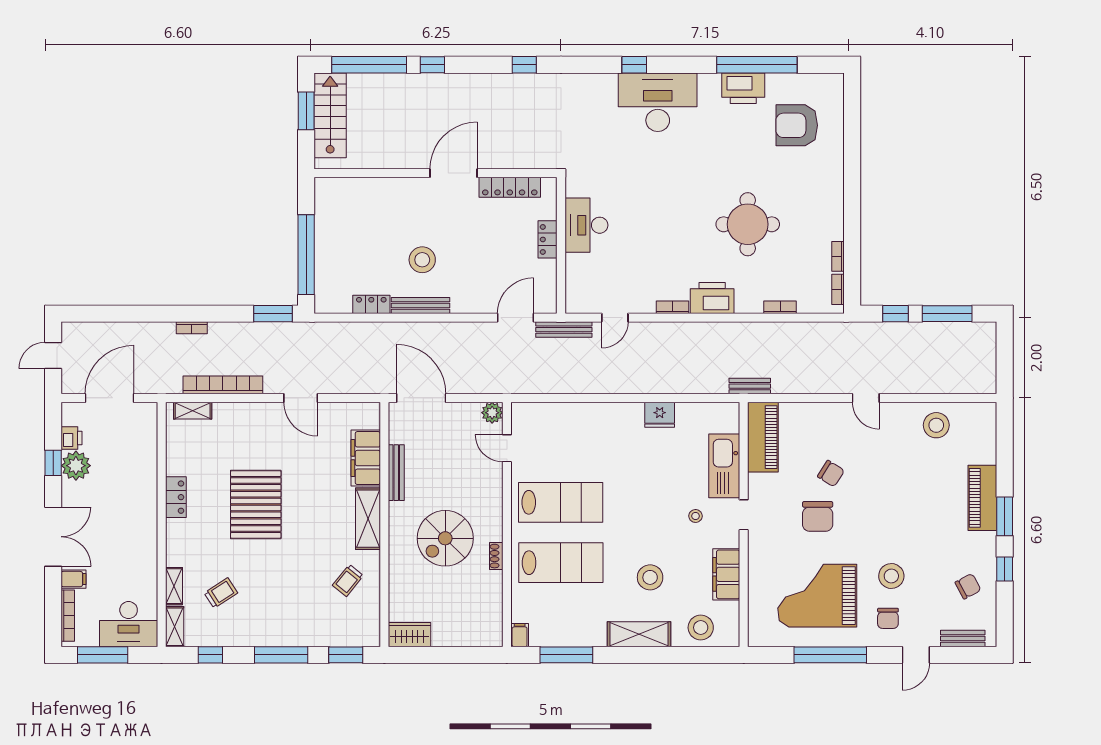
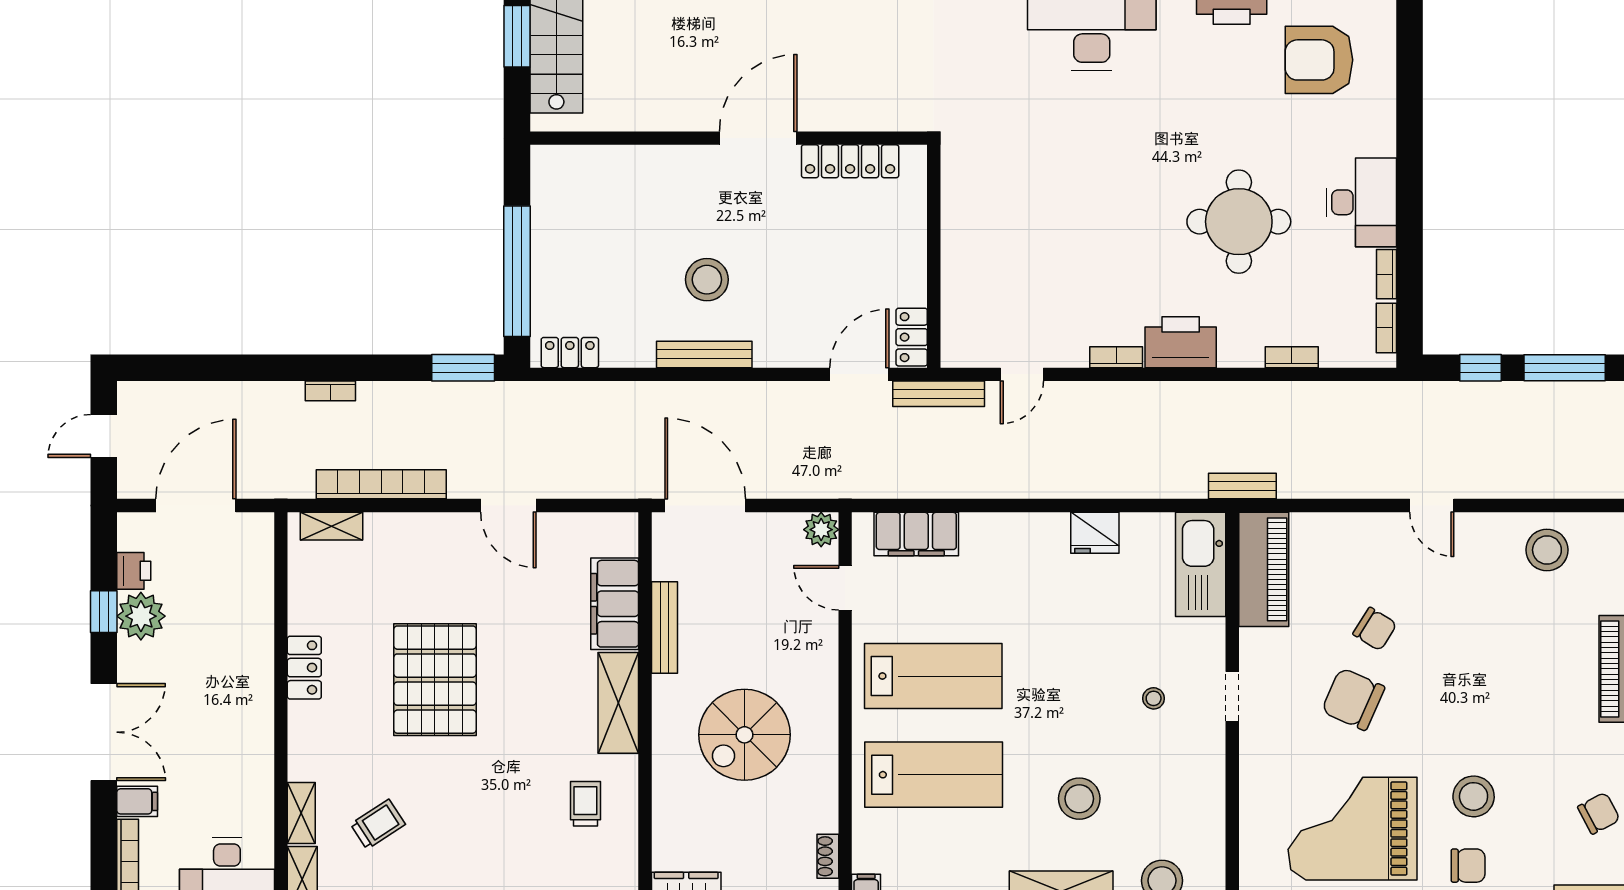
desk: (586, 225) -> (1361, 202), moved, turned 180
locker: (548, 239) -> (912, 337), moved
locker: (371, 304) -> (570, 353), moved
kitchen sink: (724, 466) -> (1201, 564), moved
chair: (818, 516) -> (1353, 699), turned 114
shoe rack: (496, 556) -> (828, 856), moved
filing cabinet: (726, 574) -> (916, 534), moved, turned -90
trolley: (348, 580) -> (585, 804), turned 141
chair: (888, 618) -> (1468, 866), turned -90

